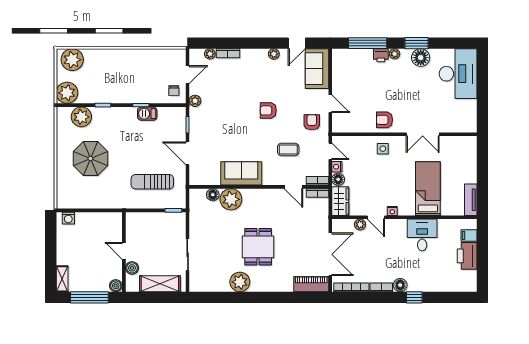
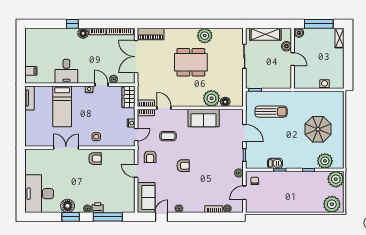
door: (330, 151) -> (136, 135), swing flipped
floor lamp: (338, 179) -> (130, 113), removed
washing machine: (68, 218) -> (324, 84), moved
dining table: (258, 247) -> (191, 62), width x1.38
printer: (467, 256) -> (32, 55), removed

